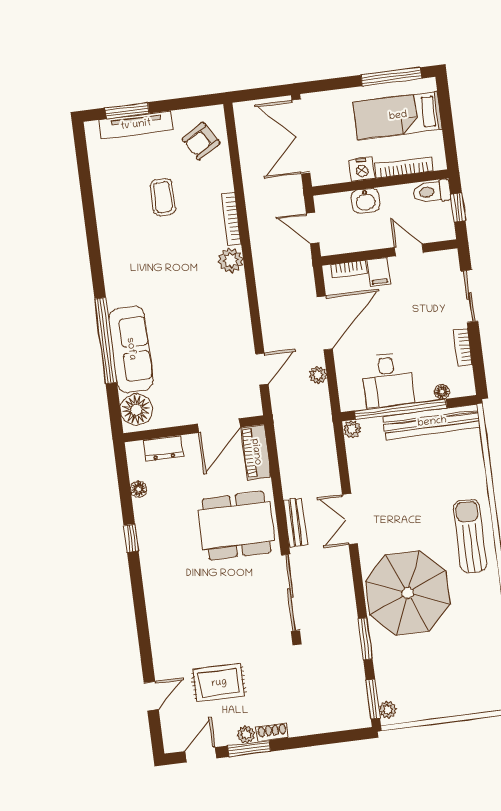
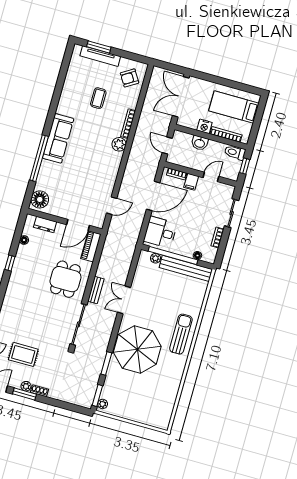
window: (391, 77) -> (239, 86), removed
door: (409, 250) -> (211, 177), hinge flipped
sofa: (131, 349) -> (58, 138), moved
plant: (318, 375) -> (139, 221), removed
desk: (388, 380) -> (160, 232), moved, turned 90
plant: (352, 429) -> (155, 258), moved
dining table: (236, 526) -> (65, 279), width x0.73

